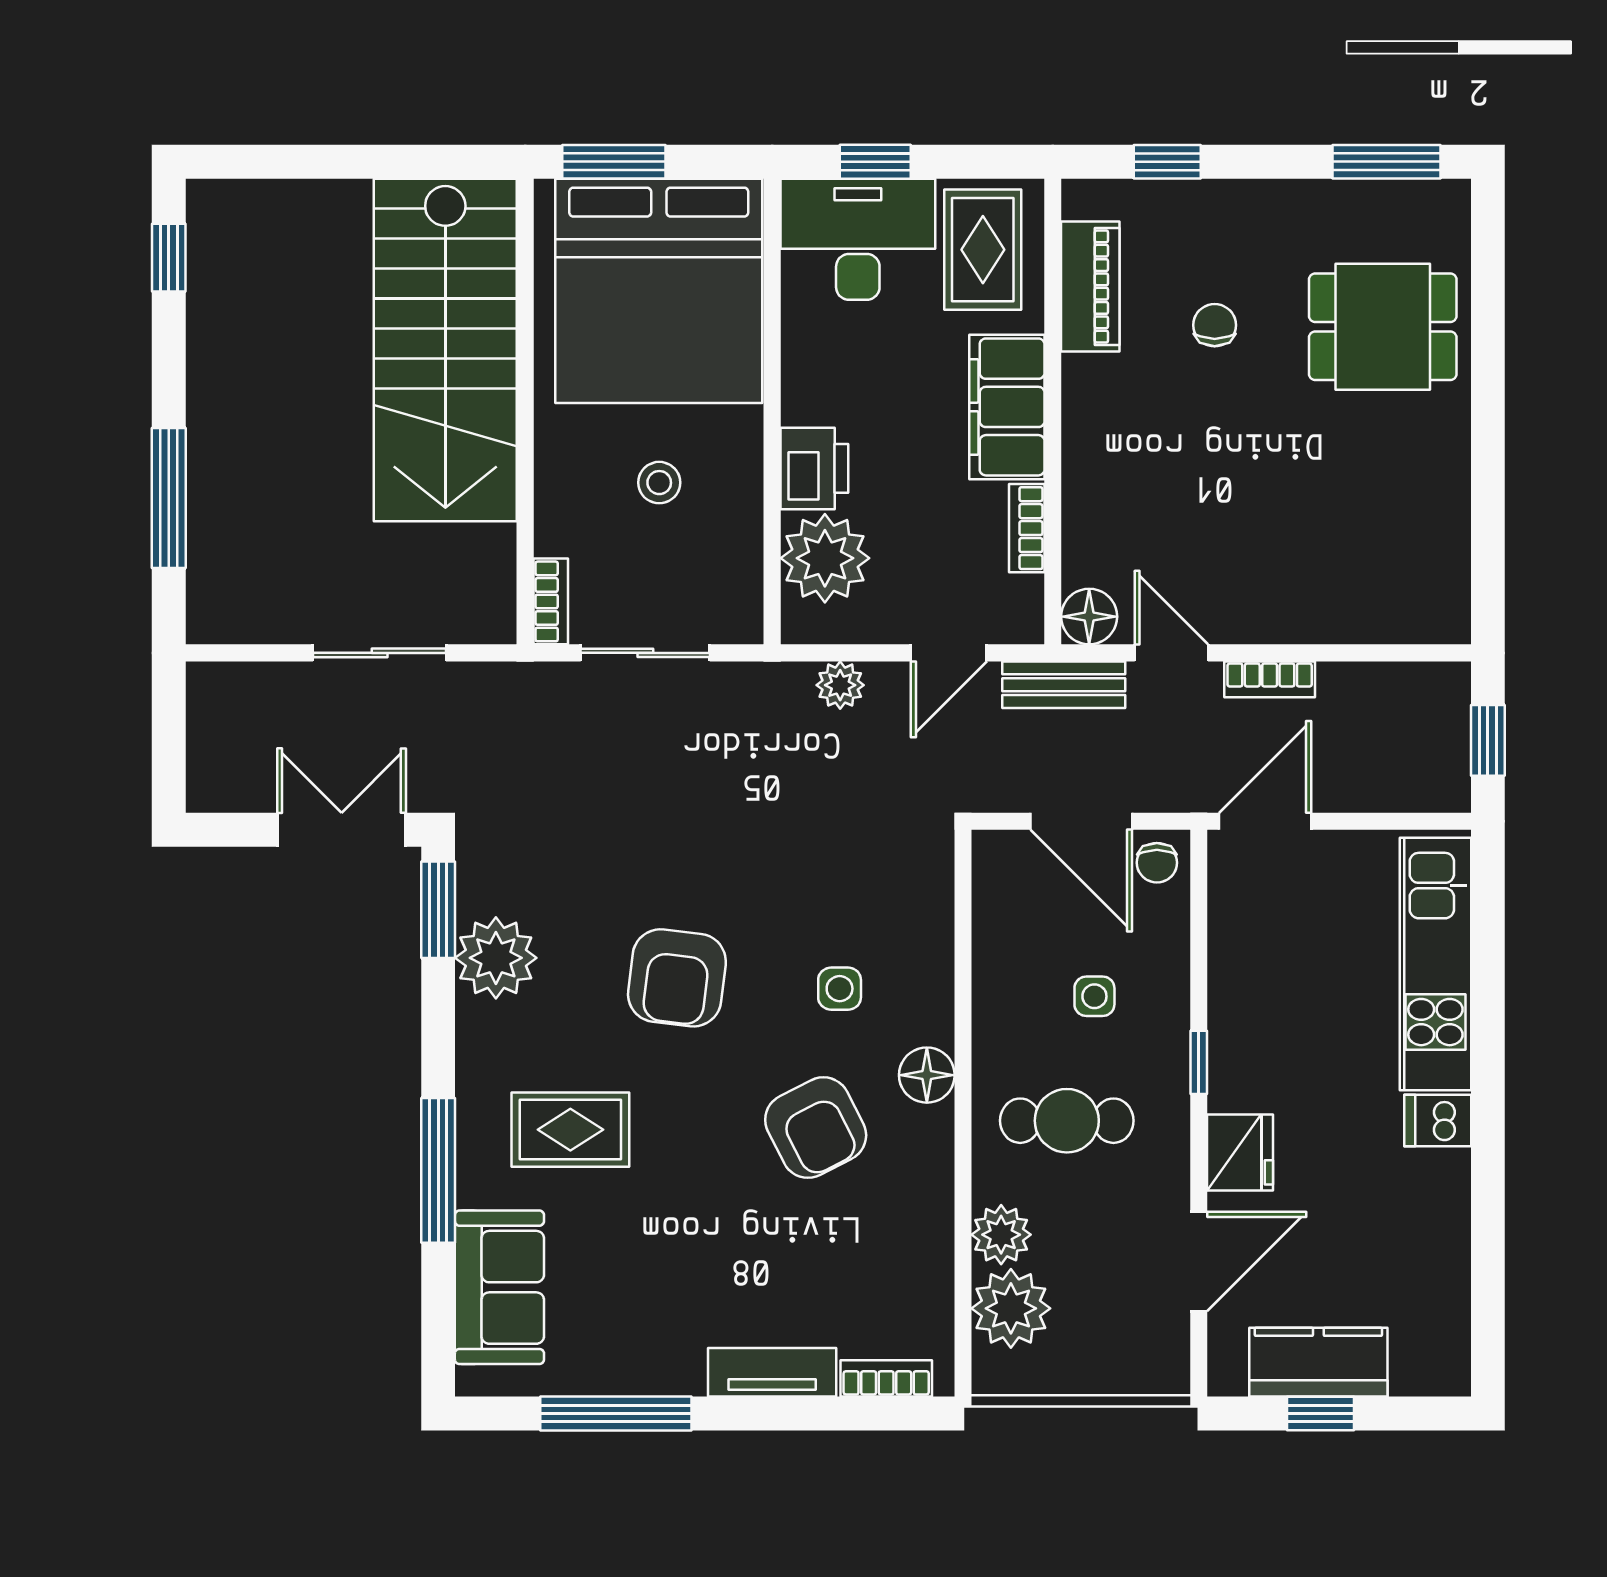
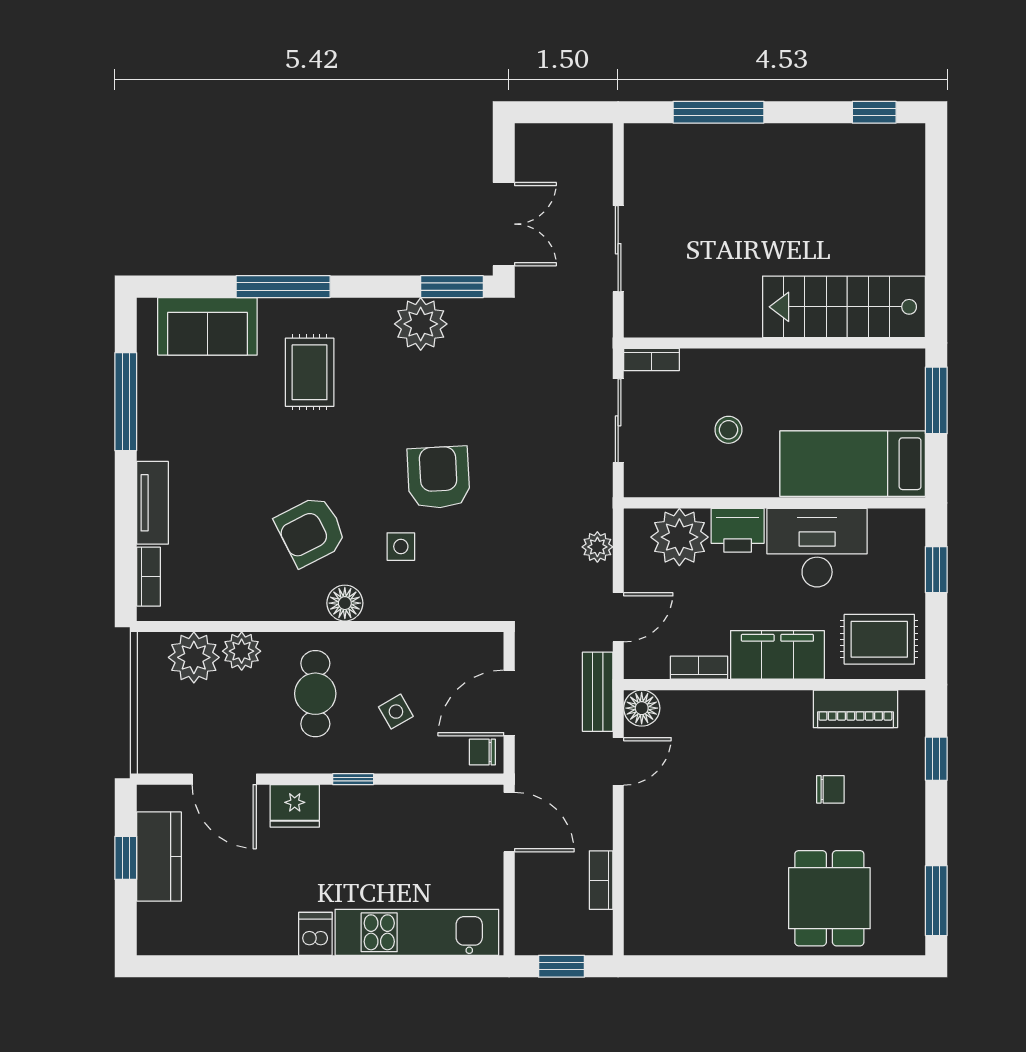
desk: (858, 239) -> (817, 548), moved, turned -90
bed: (659, 291) -> (853, 464), width x0.49
stairs: (445, 350) -> (844, 307), width x0.73, depth x0.66
door: (949, 653) -> (618, 617), swing flipped
bookcase: (1270, 679) -> (601, 880), moved
armchair: (677, 978) -> (439, 477), moved, turned 80
side table: (1094, 996) -> (396, 712), turned -30

